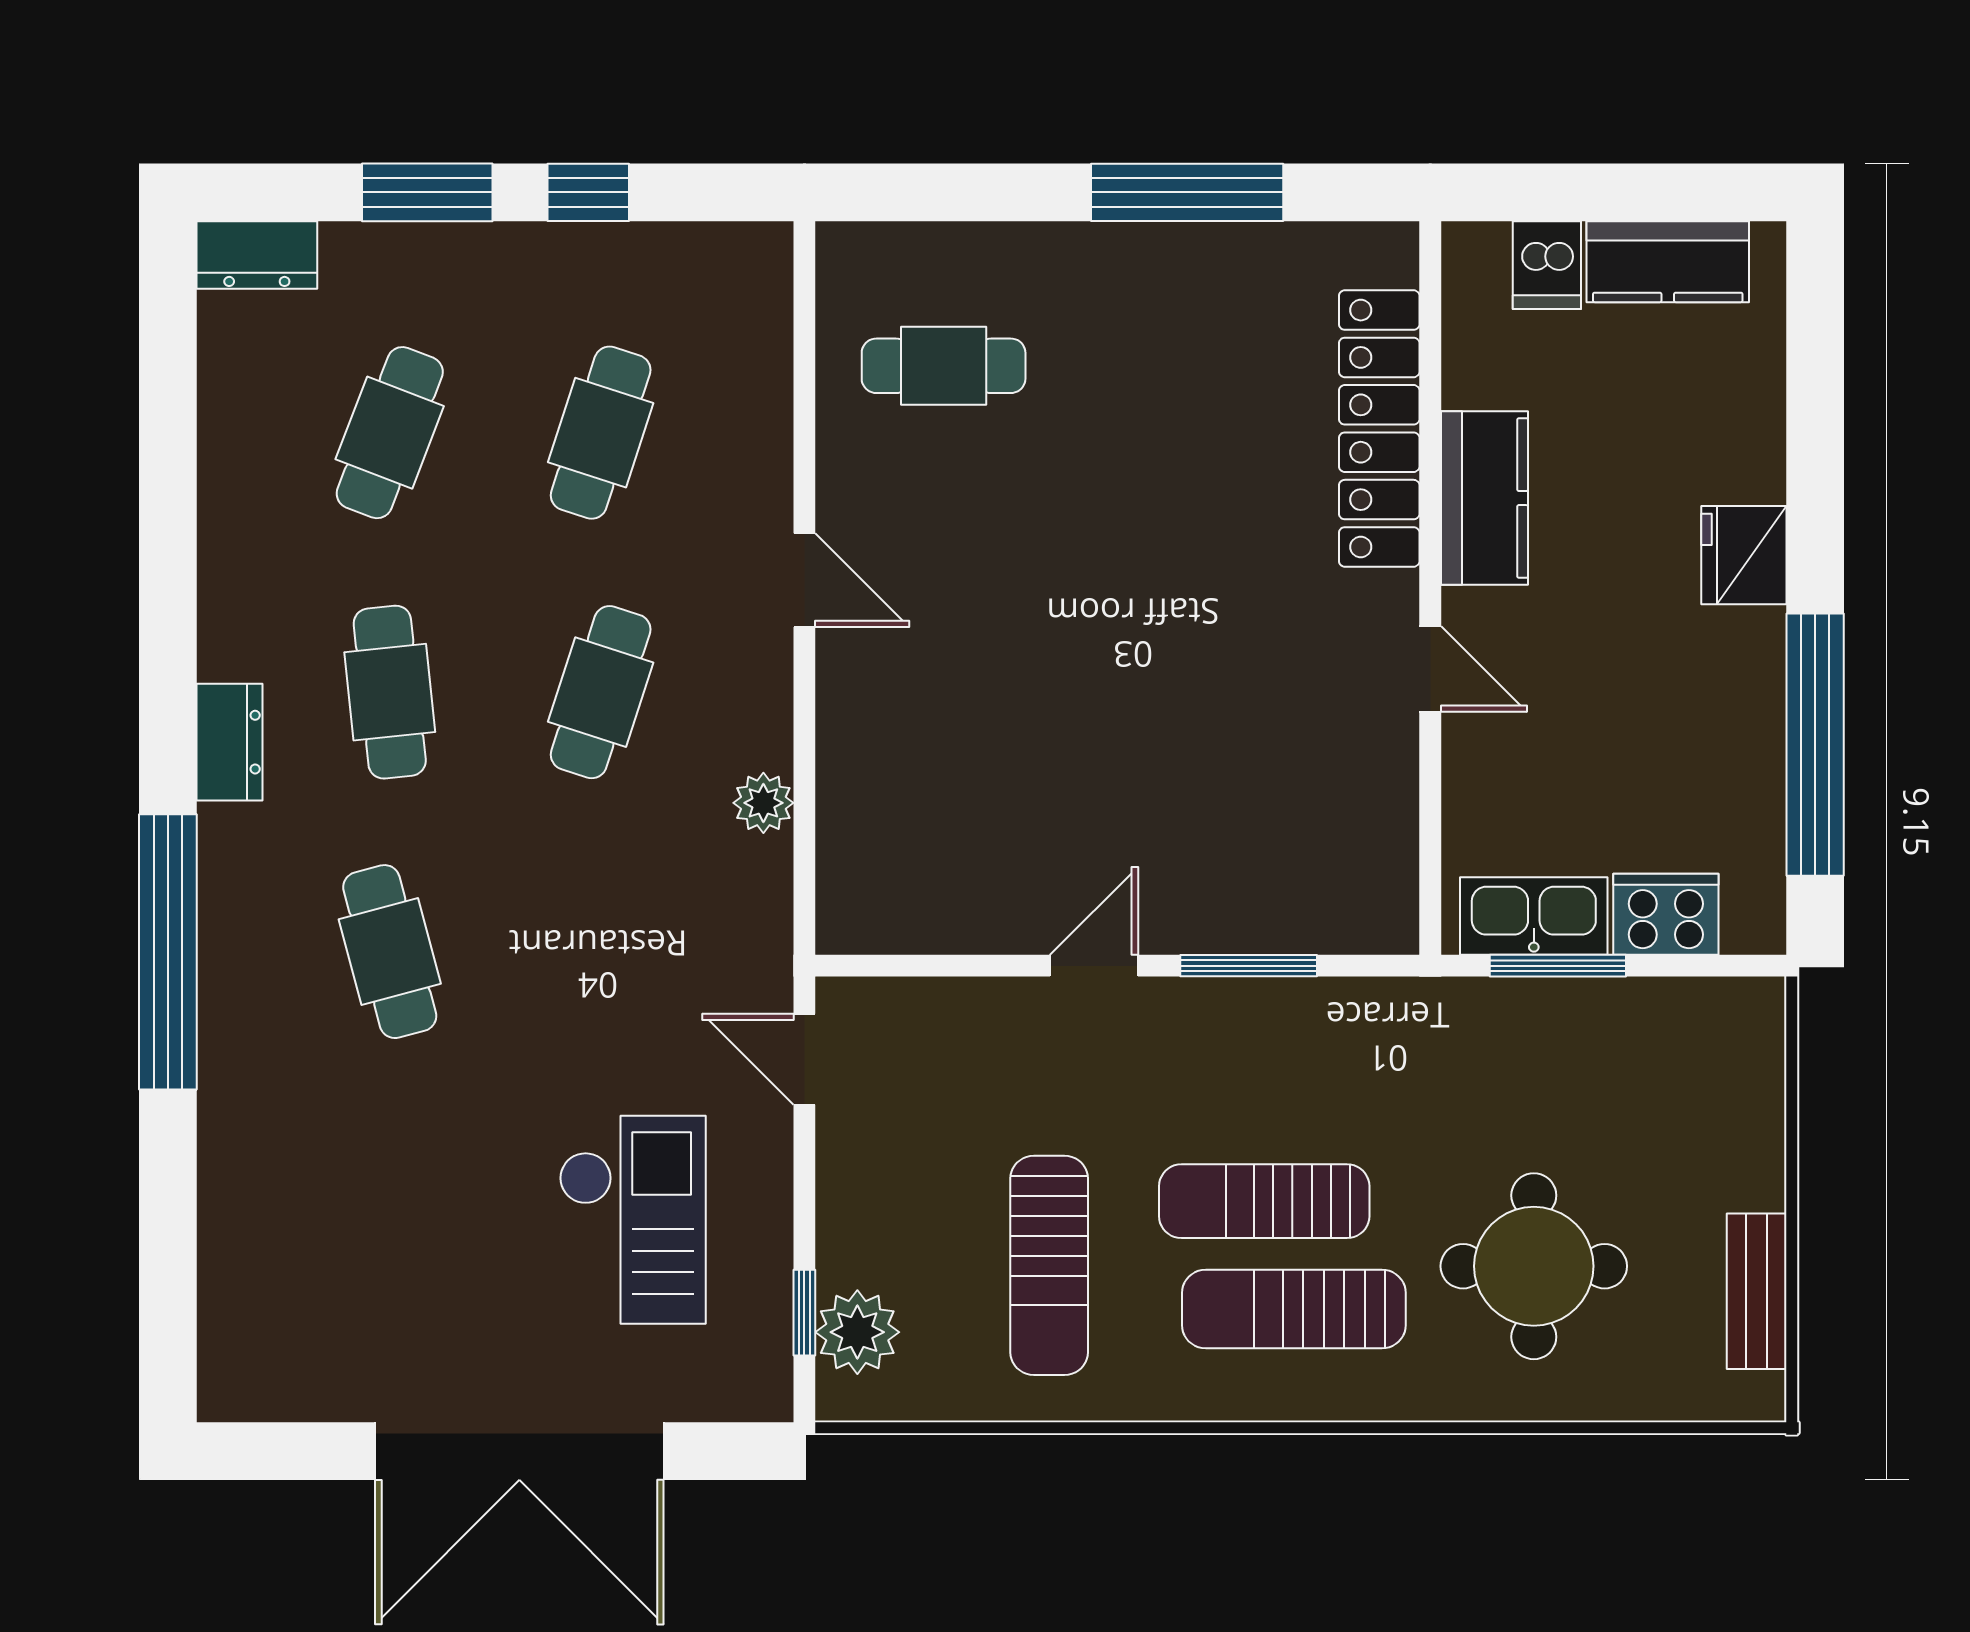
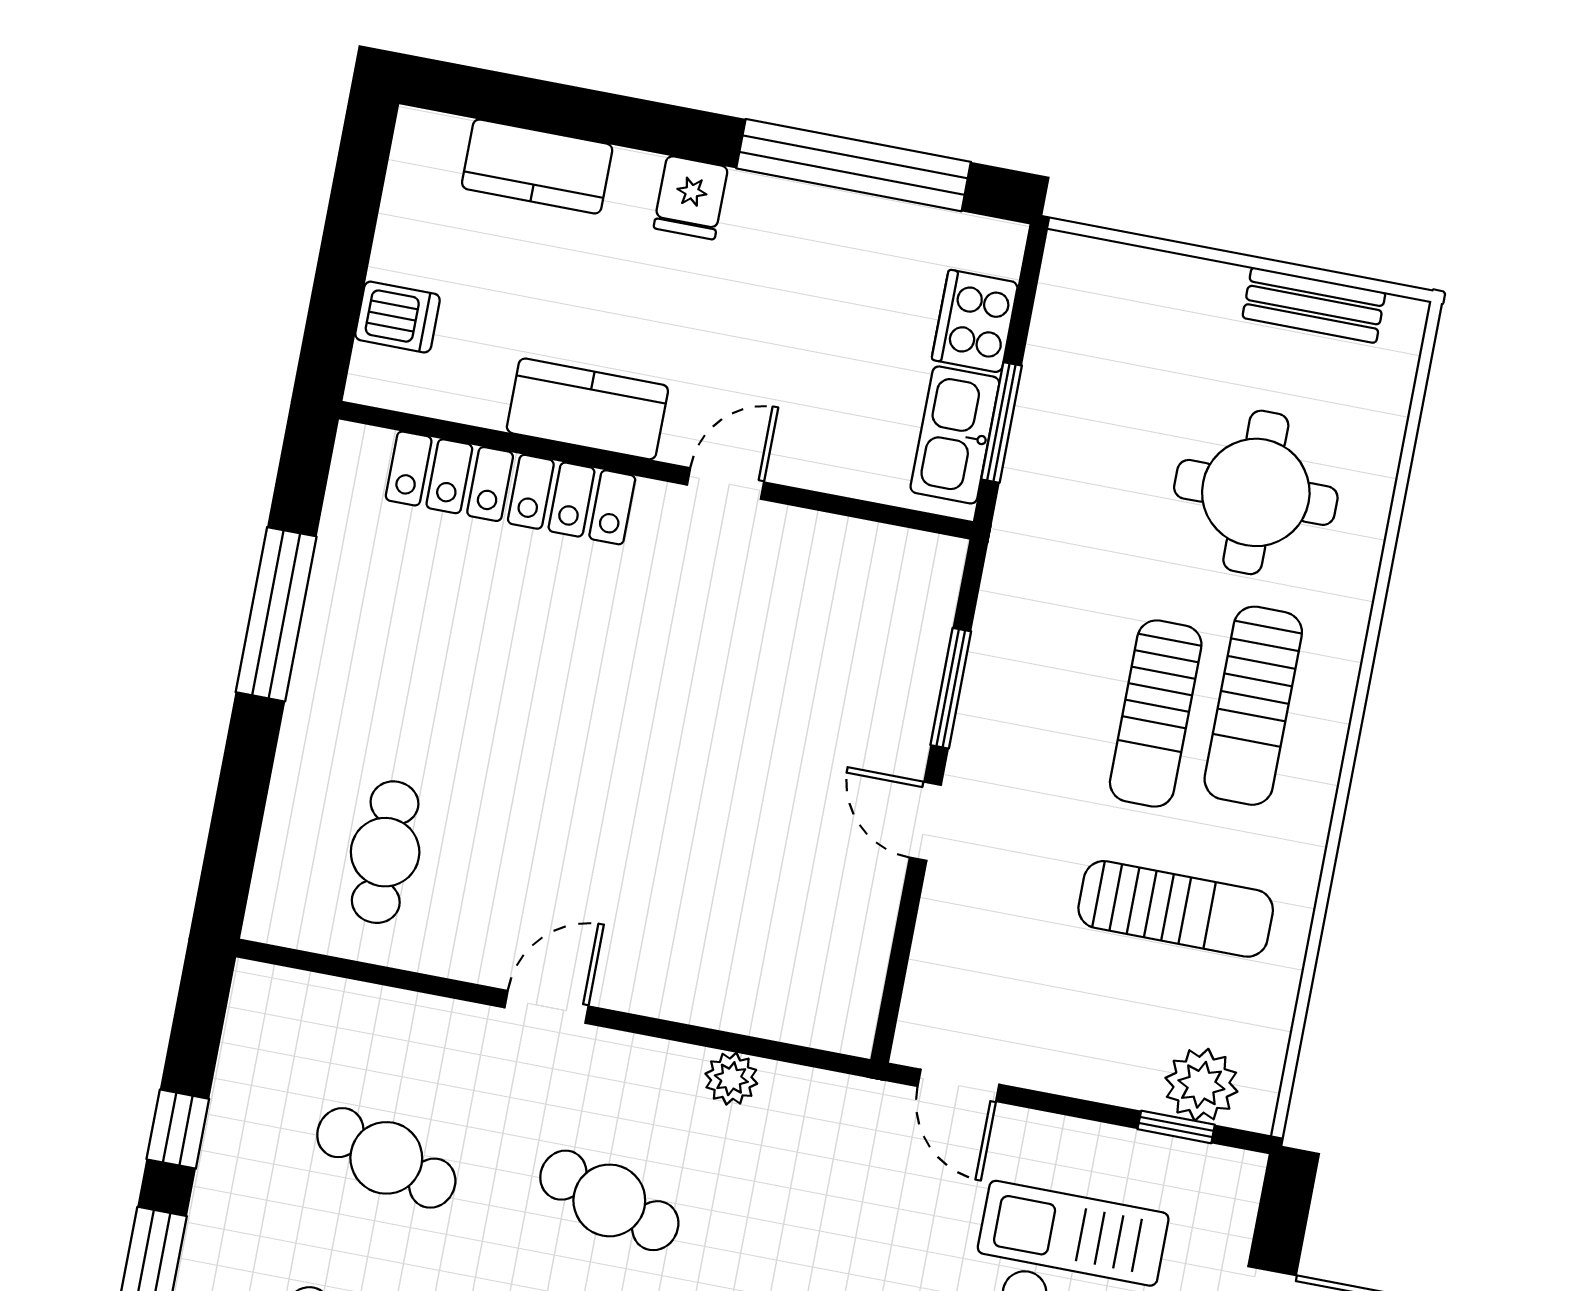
kitchen counter: (1668, 262) -> (537, 166), moved, turned 90
fridge: (1744, 555) -> (691, 198), width x0.72
door: (804, 1059) -> (958, 1085), hinge flipped

